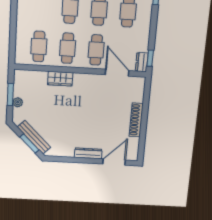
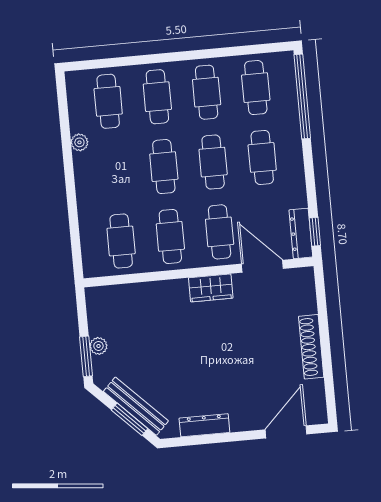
dresser: (142, 62) -> (301, 233), width x1.44
wardrobe: (60, 79) -> (211, 288), moved
window: (10, 95) -> (86, 356), moved
dresser: (88, 153) -> (204, 425), moved

